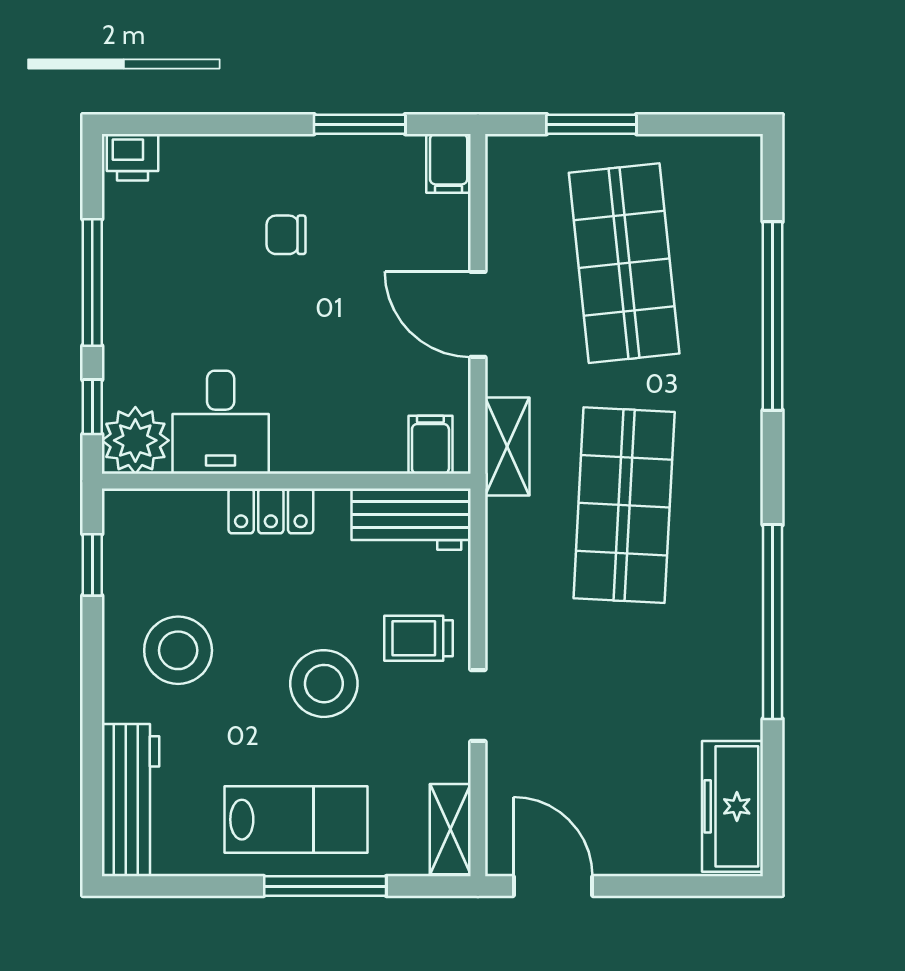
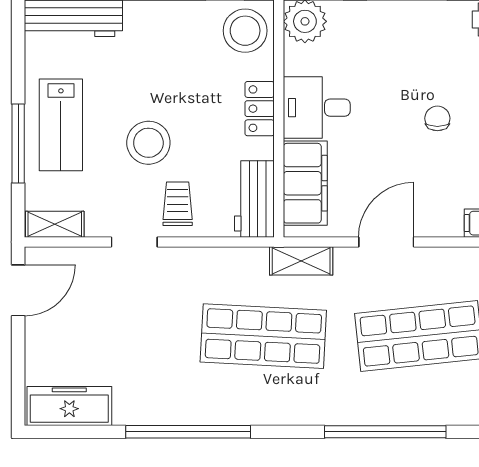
desk: (221, 422) -> (317, 108), moved
filing cabinet: (430, 445) -> (305, 183), width x3.00, depth x1.17
stool: (178, 650) -> (245, 31), moved

